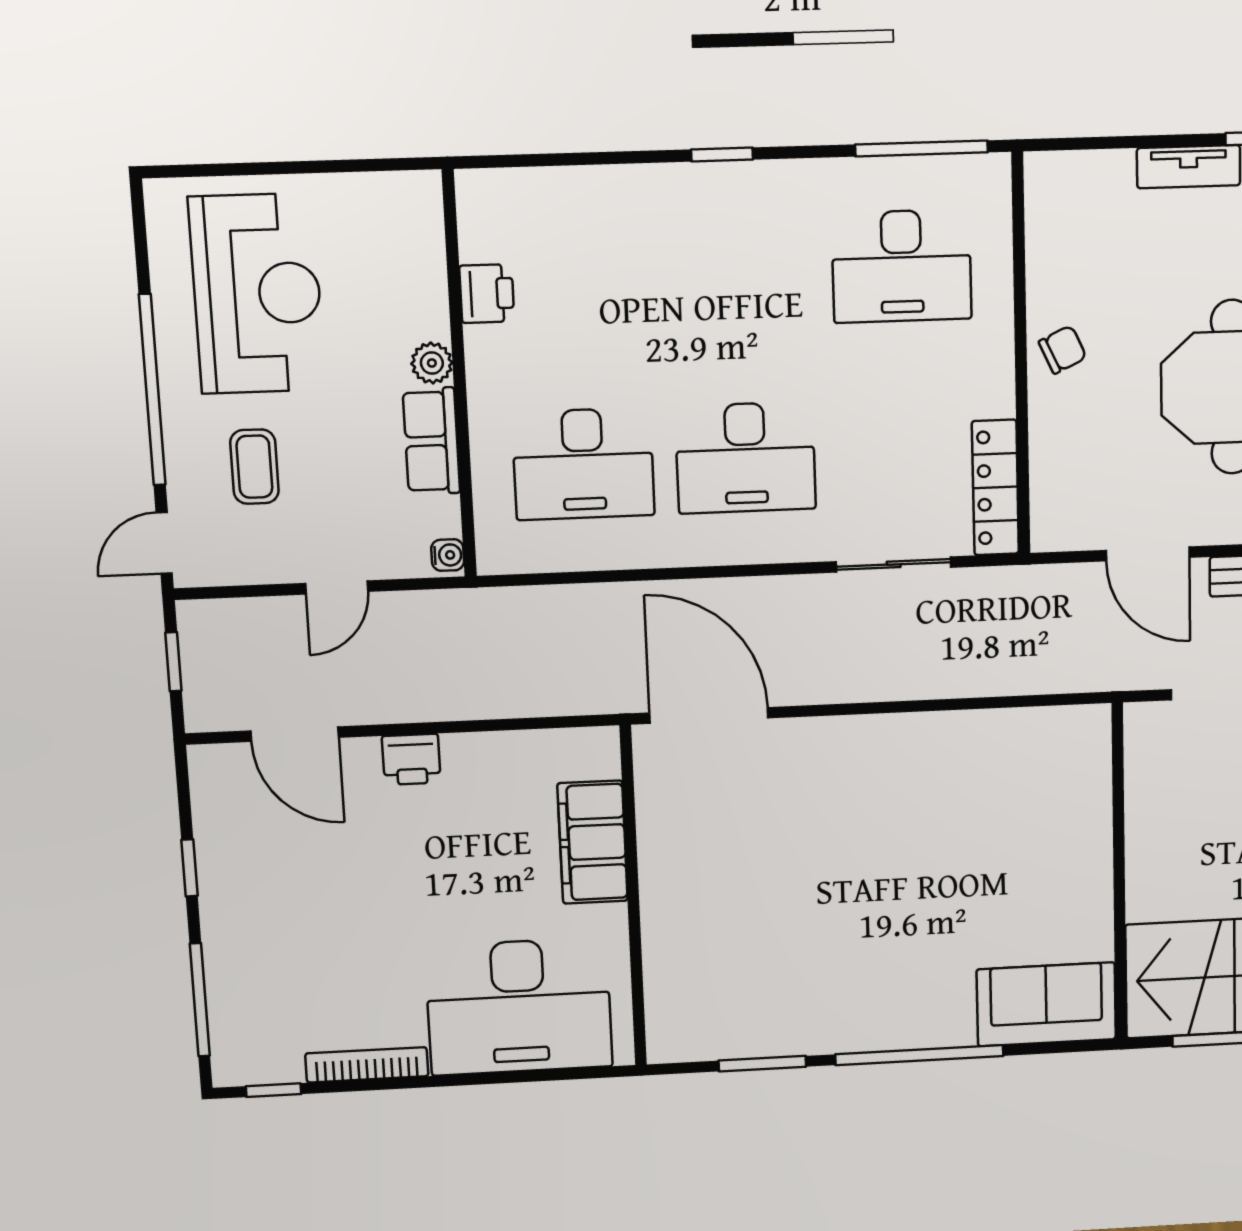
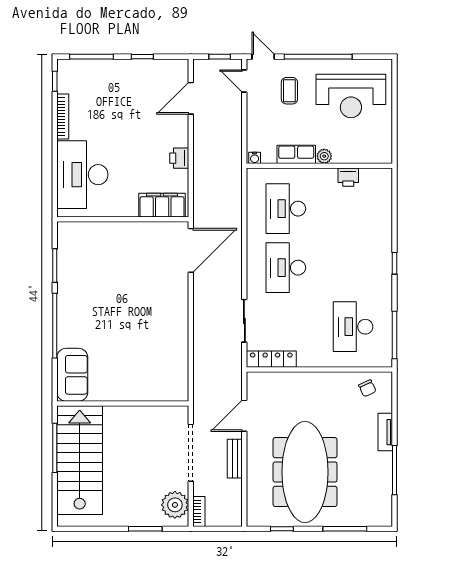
chair: (1063, 350) -> (367, 388), moved
coffee table: (254, 467) -> (289, 91), turned 90
door: (337, 587) -> (244, 81), moved
printer: (411, 759) -> (179, 158), moved
filing cabinet: (593, 842) -> (162, 205), moved

